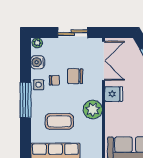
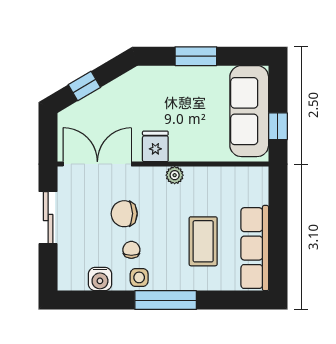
plant: (37, 43) -> (66, 280), removed
chair: (75, 76) -> (124, 214), turned 90
plant: (93, 109) -> (175, 175), width x0.53, depth x0.53

